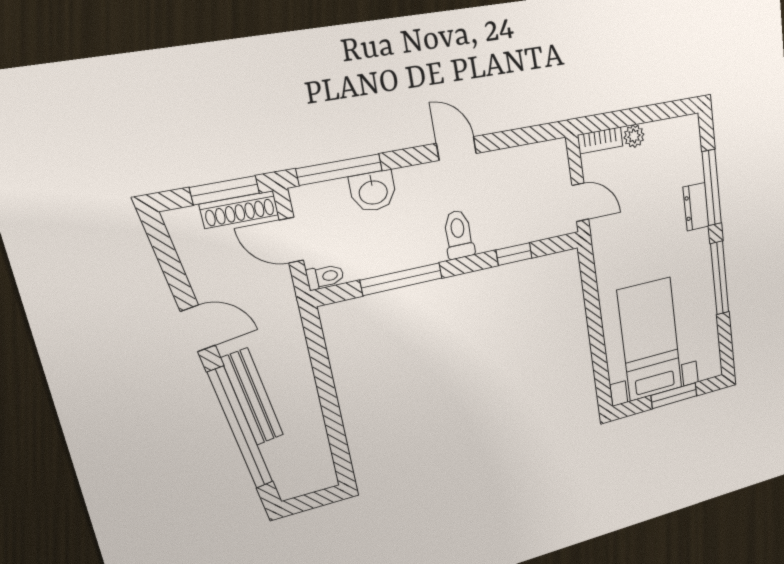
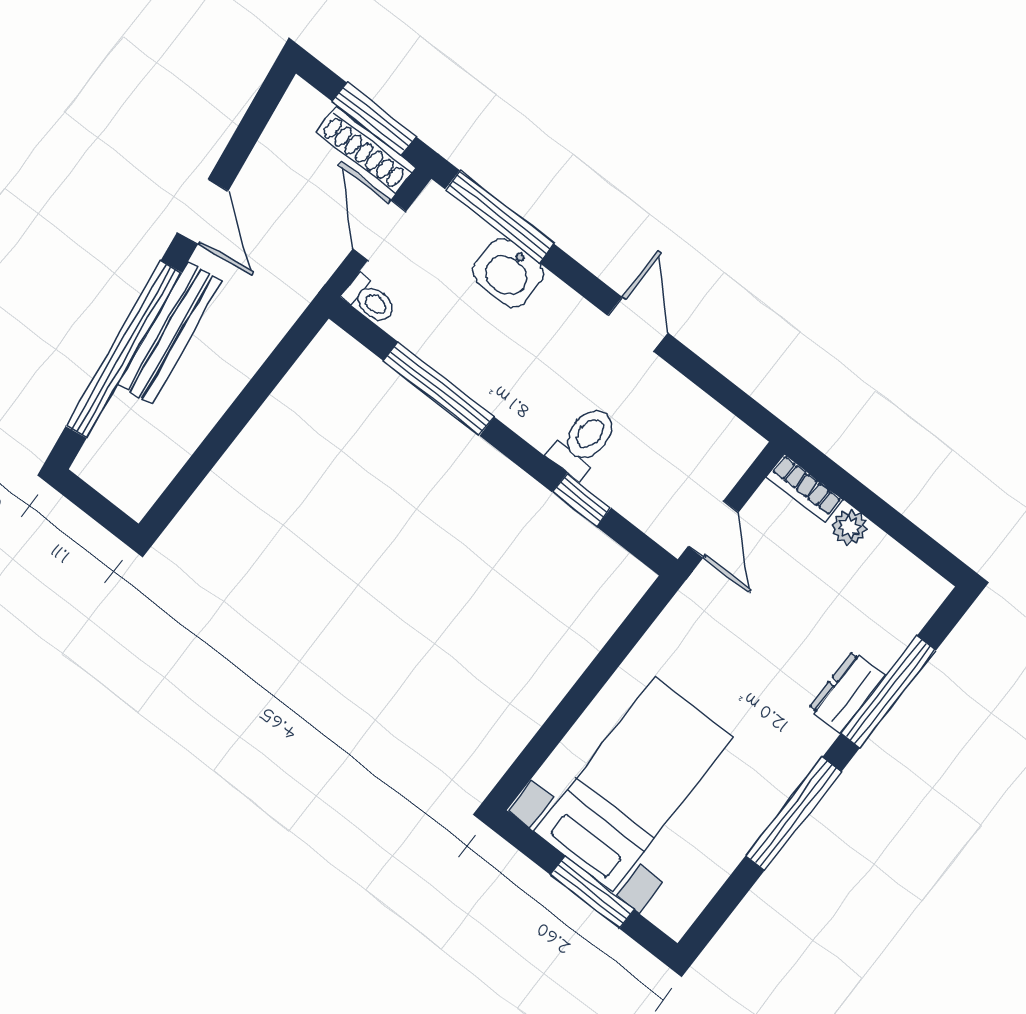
toilet: (459, 235) -> (584, 441), moved

